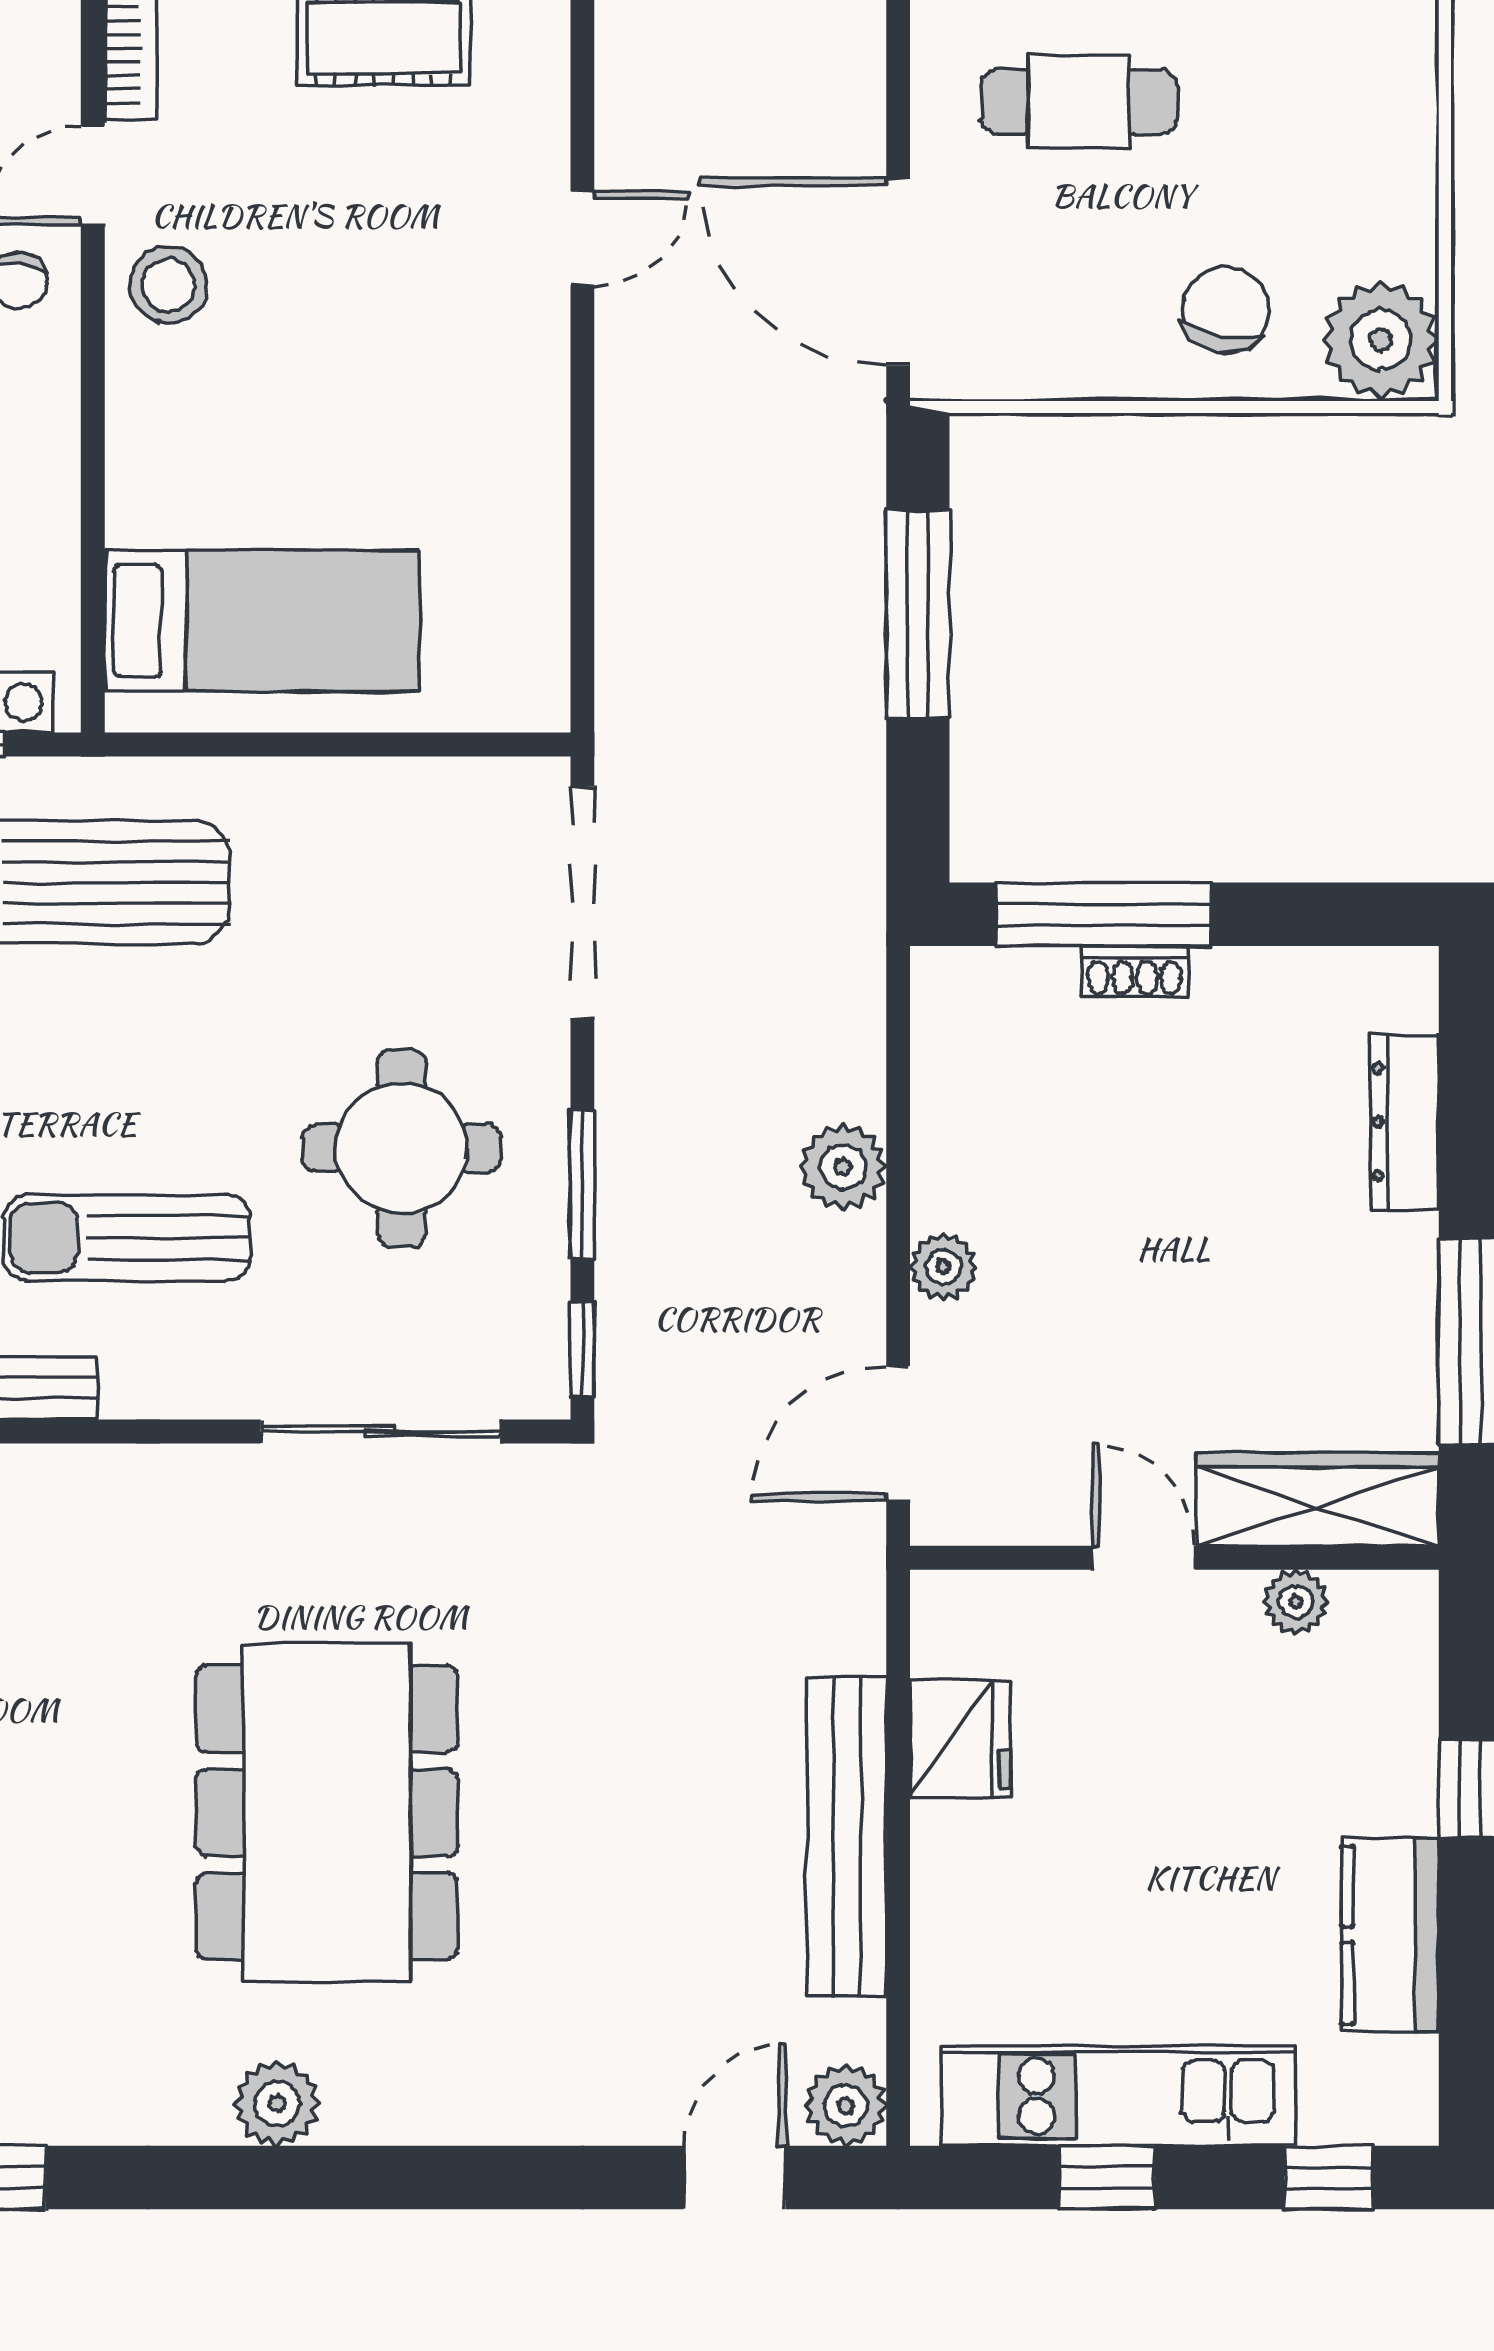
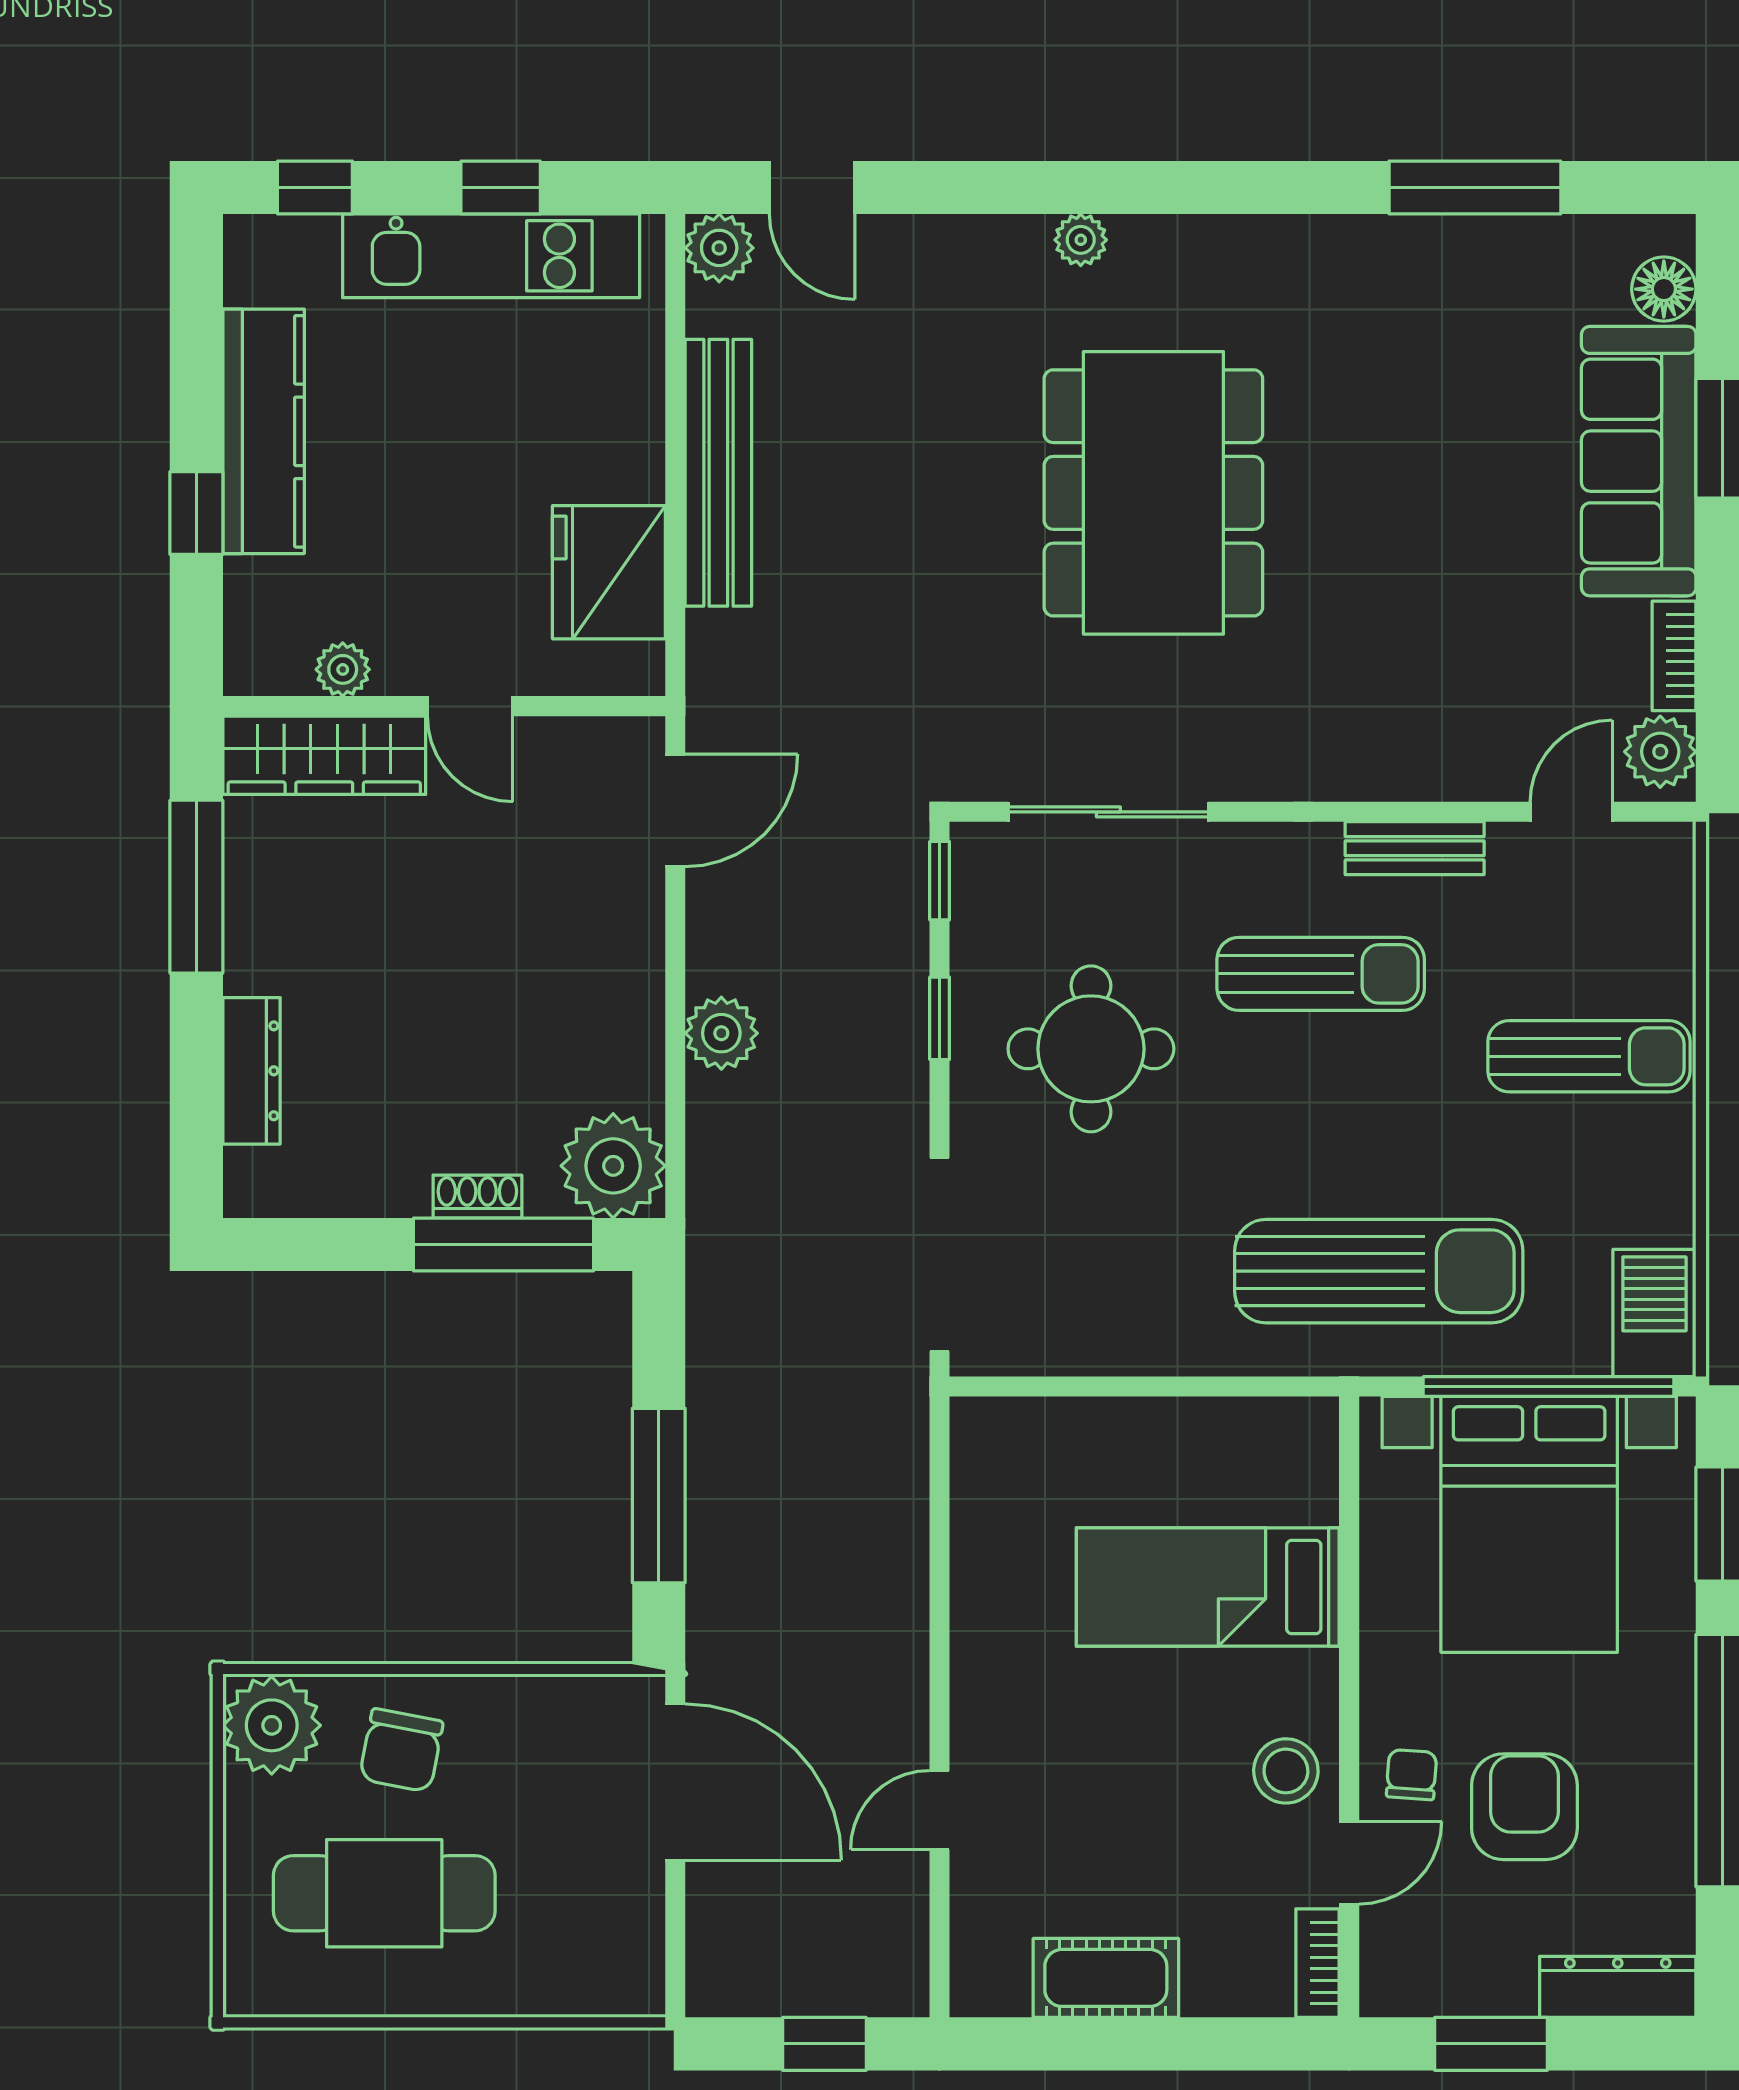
cafe table: (1079, 102) -> (384, 1893), moved, width x1.37, depth x1.35
bed: (262, 621) -> (1208, 1587), moved
window: (582, 1185) -> (940, 1018), width x0.67
plant: (943, 1267) -> (613, 1166), moved, width x1.88, depth x1.88
fridge: (960, 1739) -> (609, 572), width x1.36, depth x1.34
kitchen counter: (1390, 1935) -> (264, 431), width x1.50
plant: (277, 2103) -> (1081, 240), moved, width x0.73, depth x0.73
door: (735, 2178) -> (812, 188), hinge flipped

